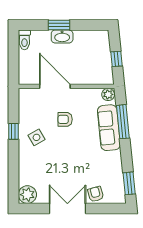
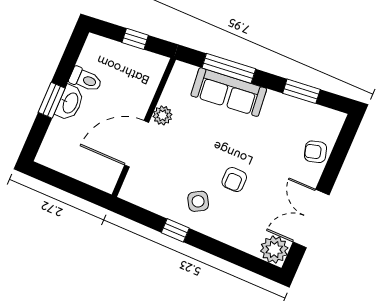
toilet: (24, 40) -> (86, 79), moved
plant: (108, 94) -> (163, 115), moved
armchair: (65, 119) -> (234, 180), moved
window: (129, 183) -> (301, 91), moved
double door: (67, 208) -> (311, 218), moved

